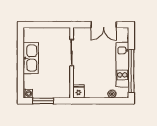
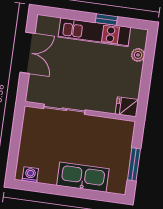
kitchen sink: (31, 58) -> (83, 177), moved
window: (131, 71) -> (106, 20), width x0.32
washing machine: (28, 94) -> (30, 175), moved

